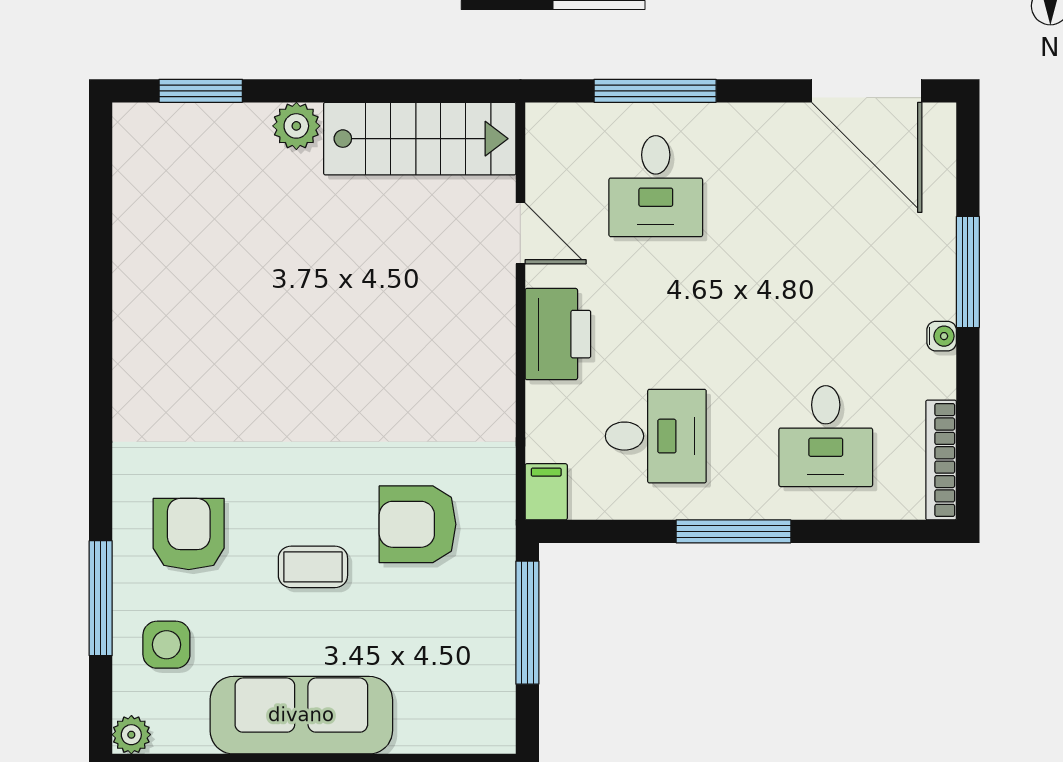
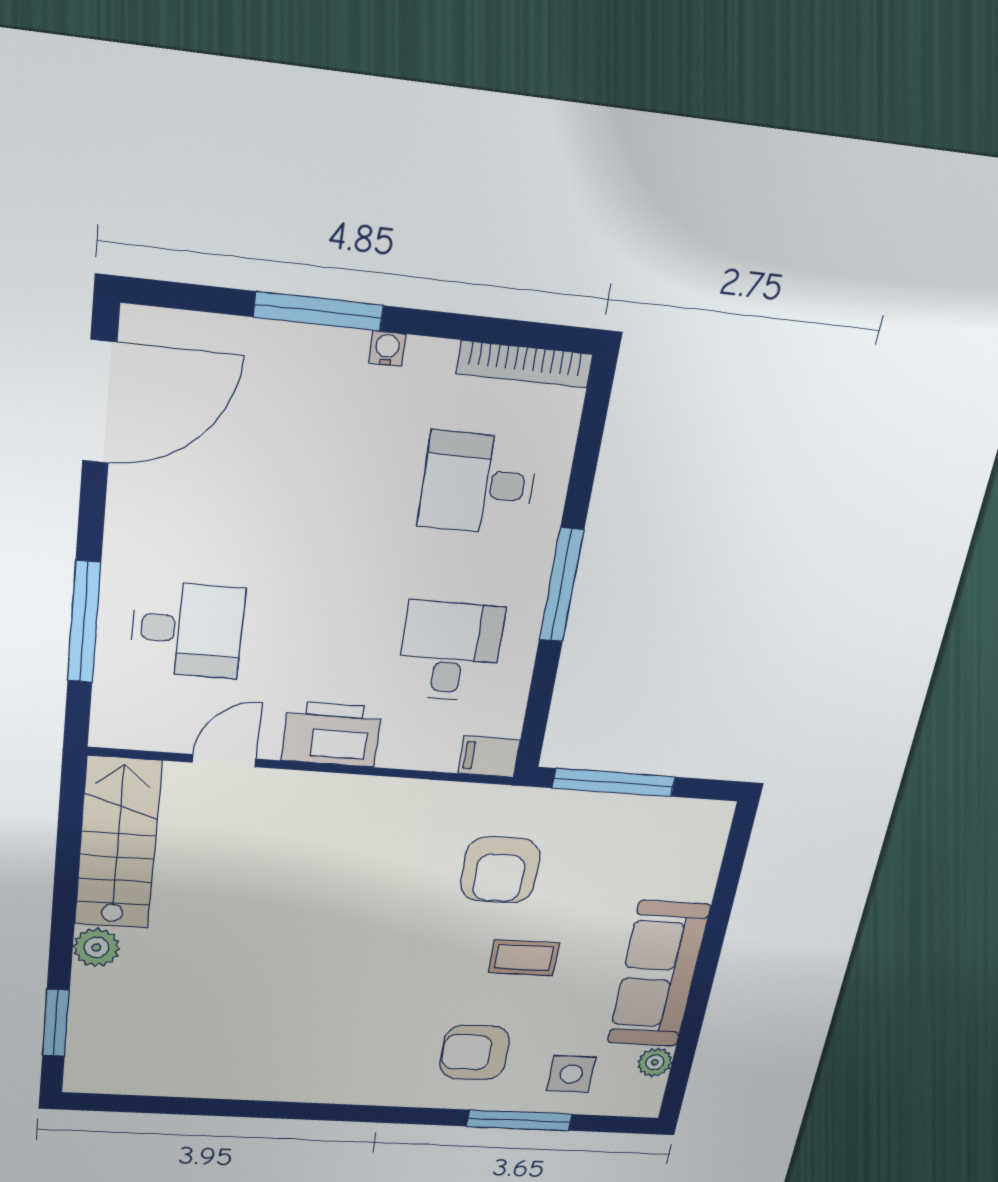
desk: (826, 436) -> (478, 484), turned 180
coffee table: (313, 567) -> (524, 958), turned 90
plant: (131, 735) -> (655, 1062), moved

